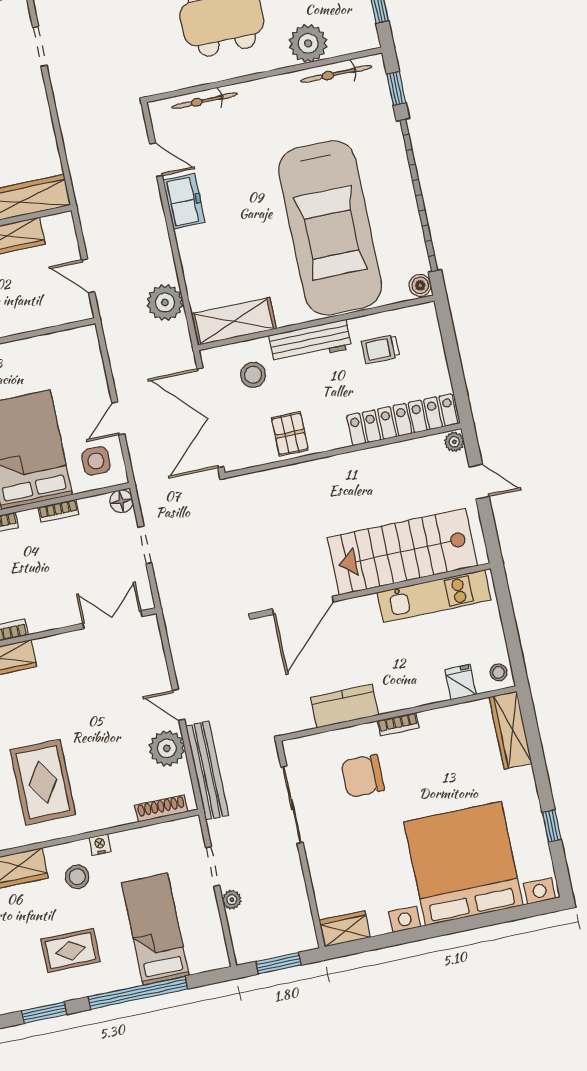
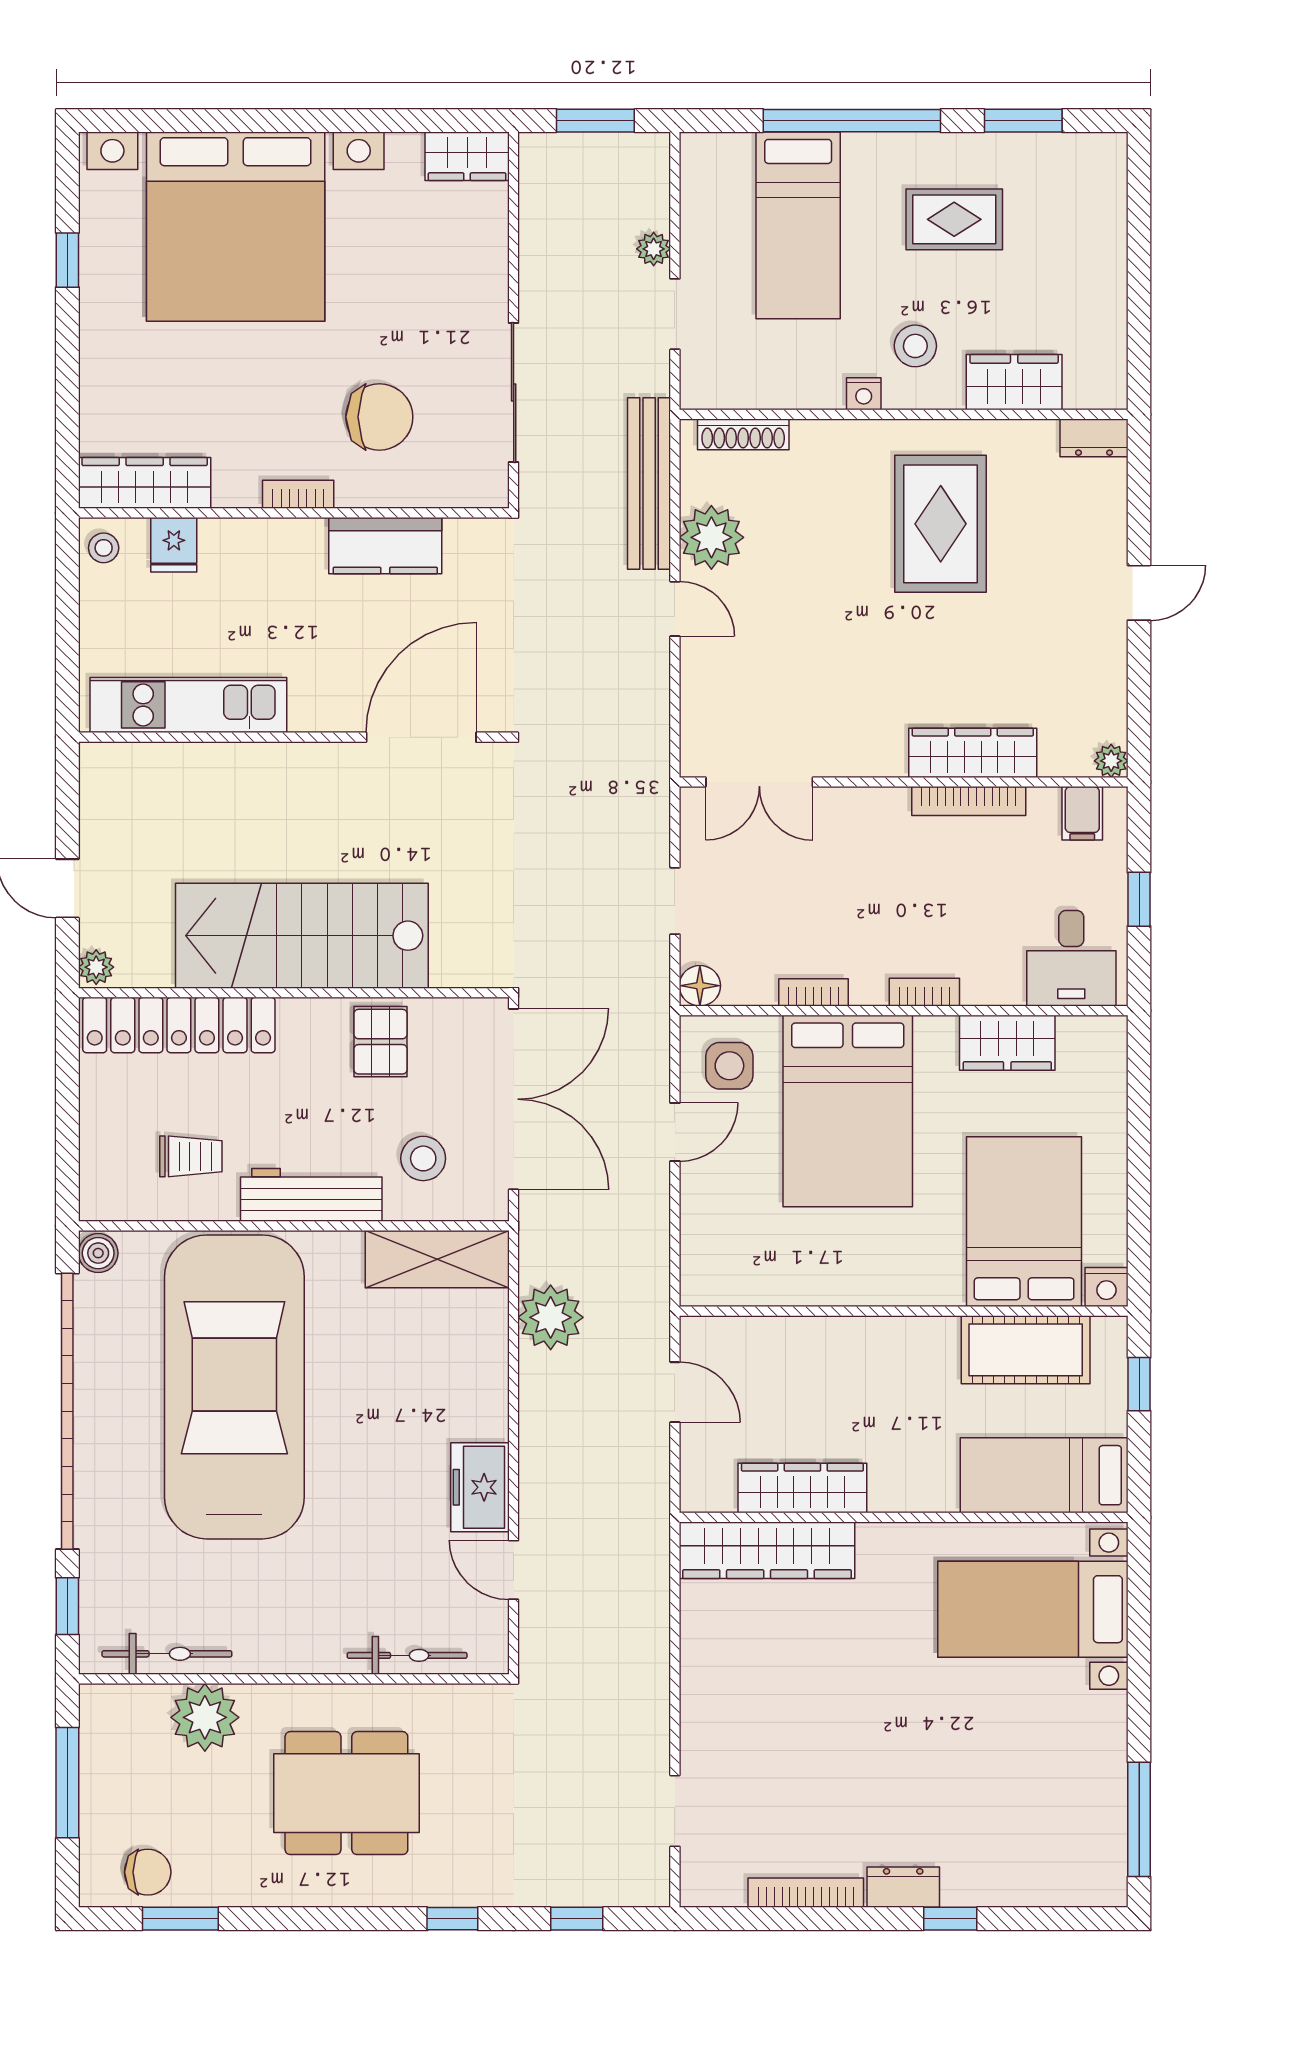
stairs: (403, 552) -> (302, 936), moved, turned 180
wardrobe: (511, 730) -> (145, 483), moved, turned -90

